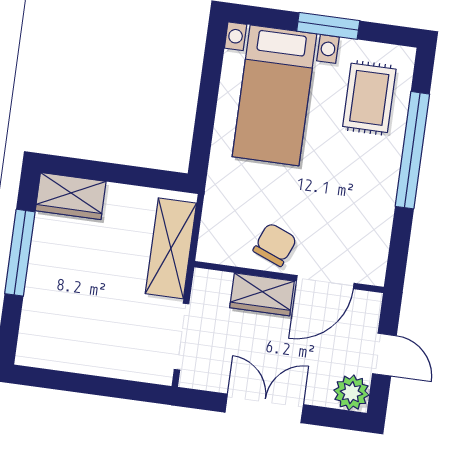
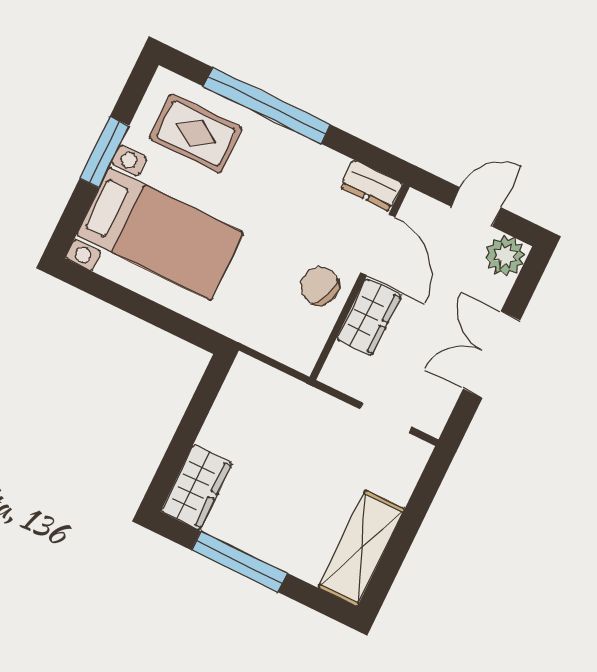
shelving: (171, 248) -> (361, 548), moved, turned 90
dresser: (374, 260) -> (371, 185), added
doorway: (182, 337) -> (386, 418), width x0.73

